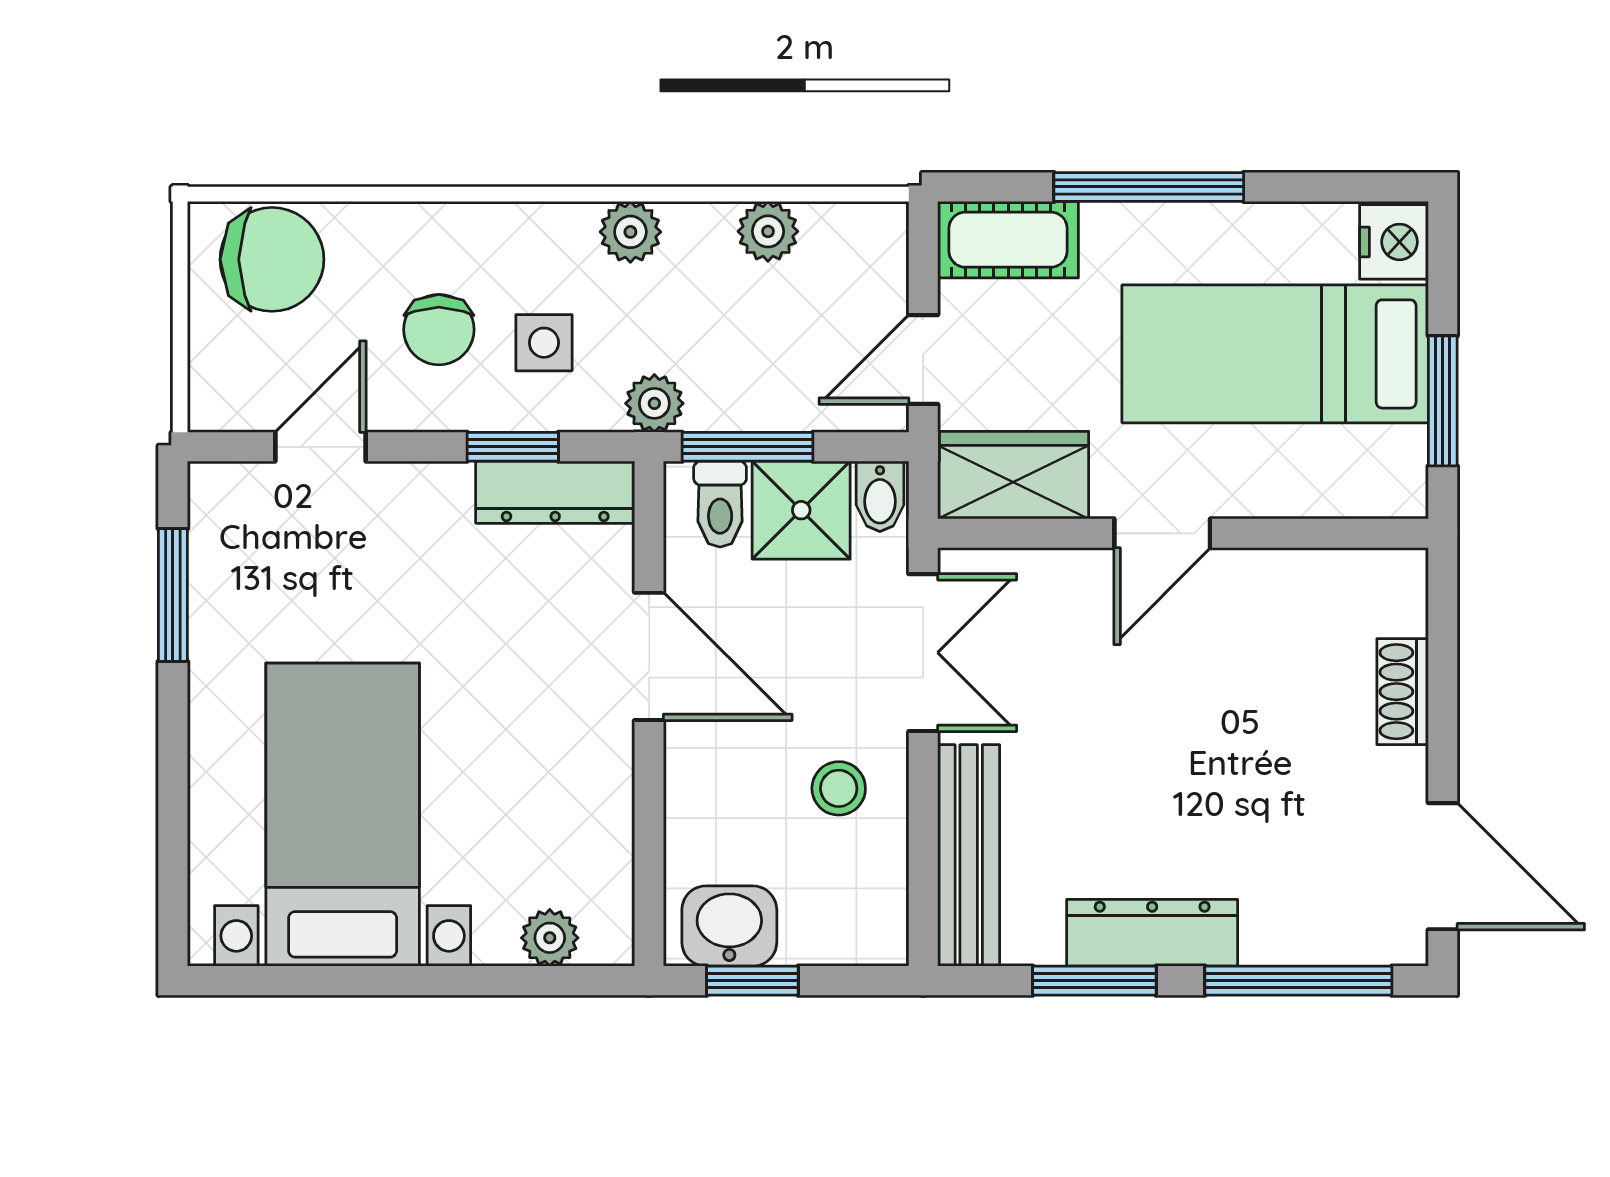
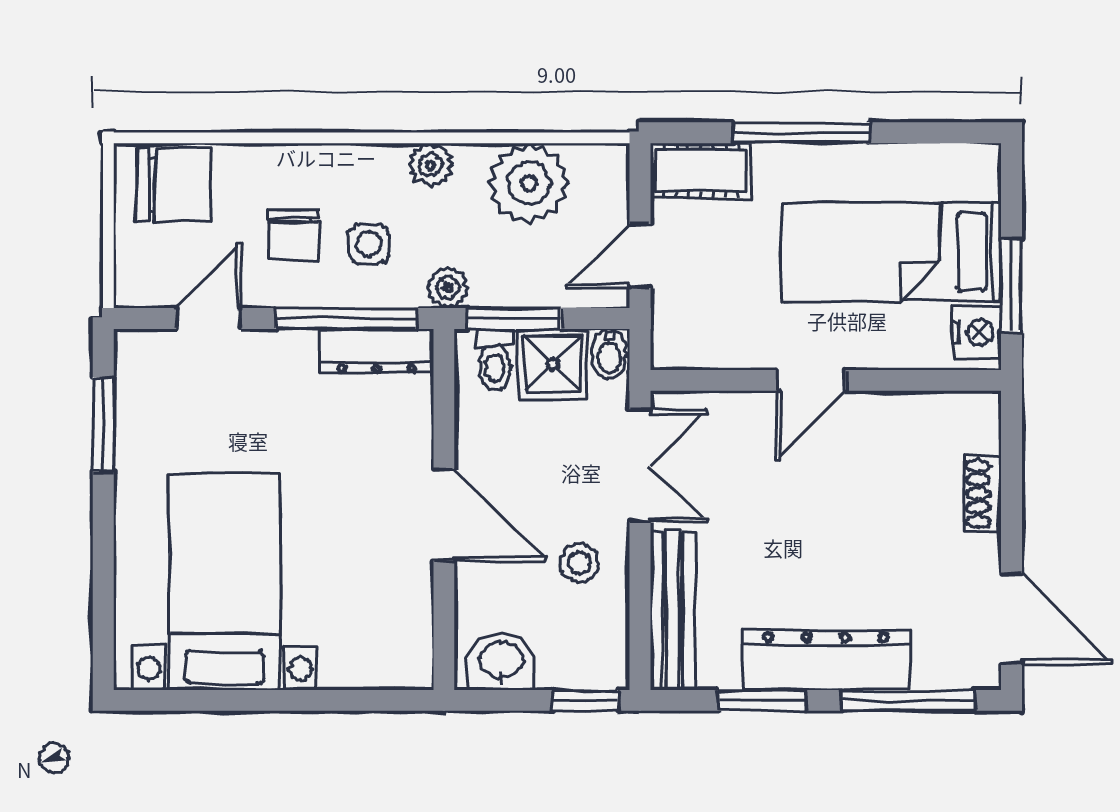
plant: (768, 231) -> (529, 183), width x1.88, depth x1.88
nightstand: (1394, 242) -> (977, 332), moved
window: (513, 447) -> (346, 318), width x2.17
wardrobe: (1013, 475) -> (704, 339), removed
door: (649, 656) -> (444, 515), moved
dresser: (1152, 933) -> (826, 660), width x1.37, depth x1.24
plant: (550, 938) -> (373, 670), removed
window: (752, 981) -> (585, 700), moved

